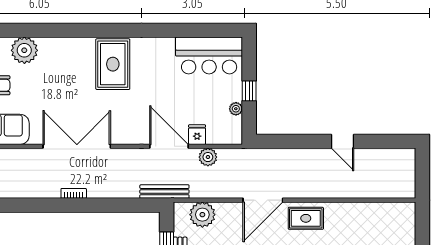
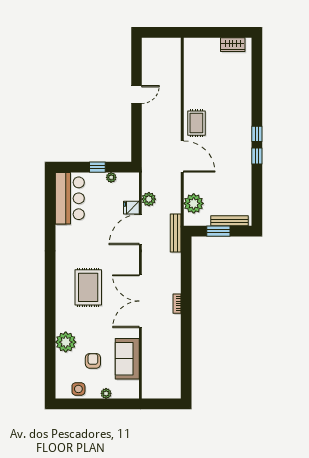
rug: (113, 64) -> (88, 287), moved, turned 90

